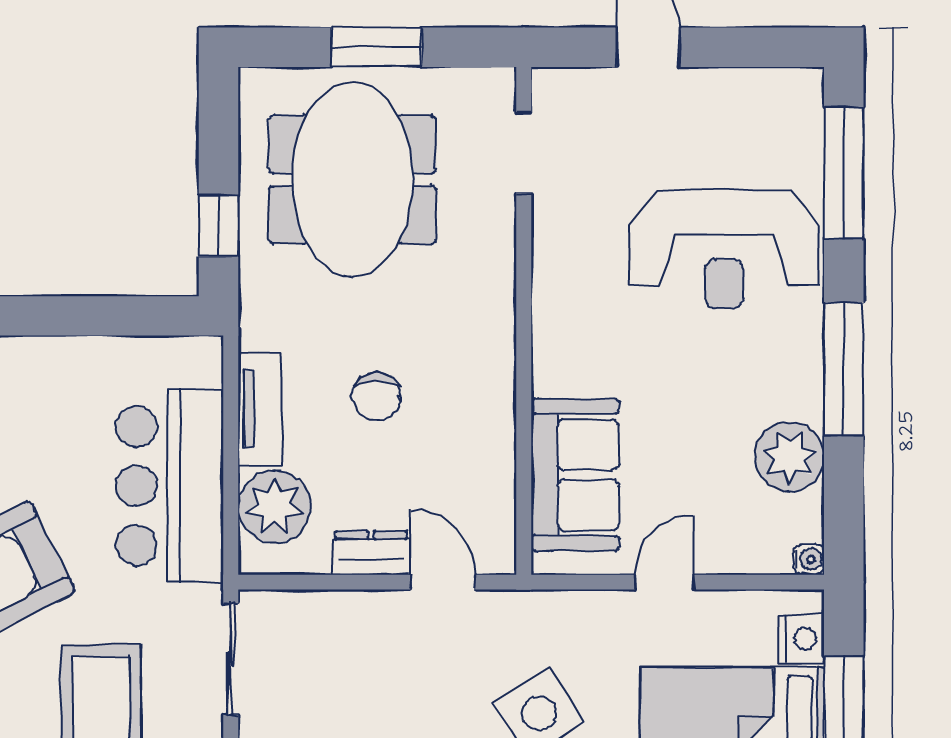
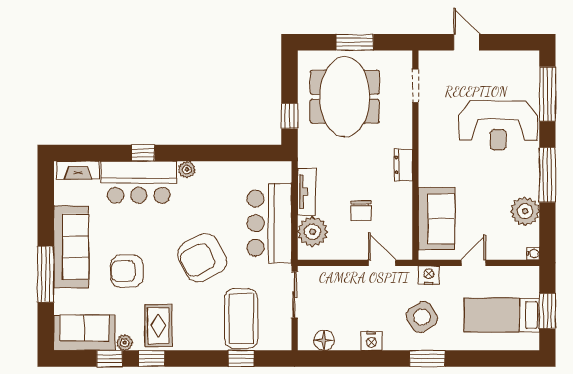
chair: (377, 397) -> (361, 211), moved
dresser: (371, 553) -> (403, 165), moved, turned -90
nightstand: (801, 639) -> (429, 275), moved, turned -90

